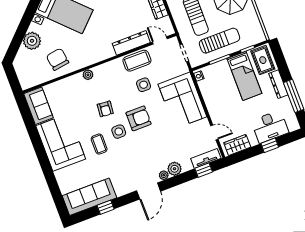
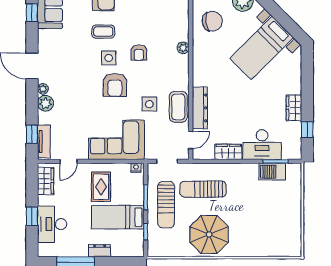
rug: (263, 60) -> (101, 187), moved, turned 90
dresser: (278, 84) -> (100, 251), width x0.70
armchair: (105, 109) -> (139, 53), turned -95

